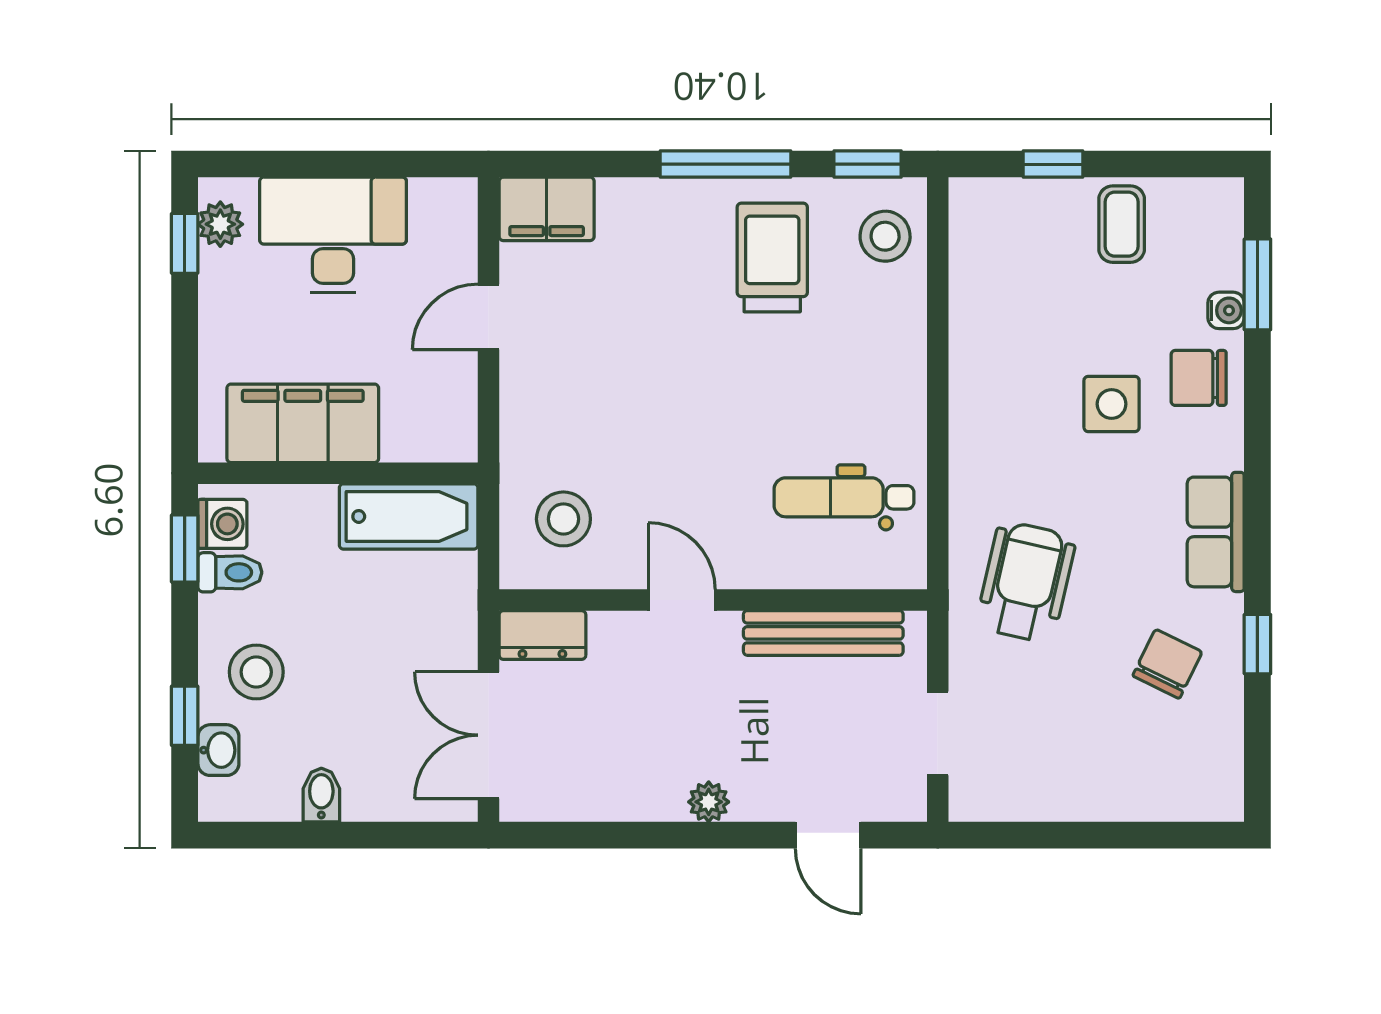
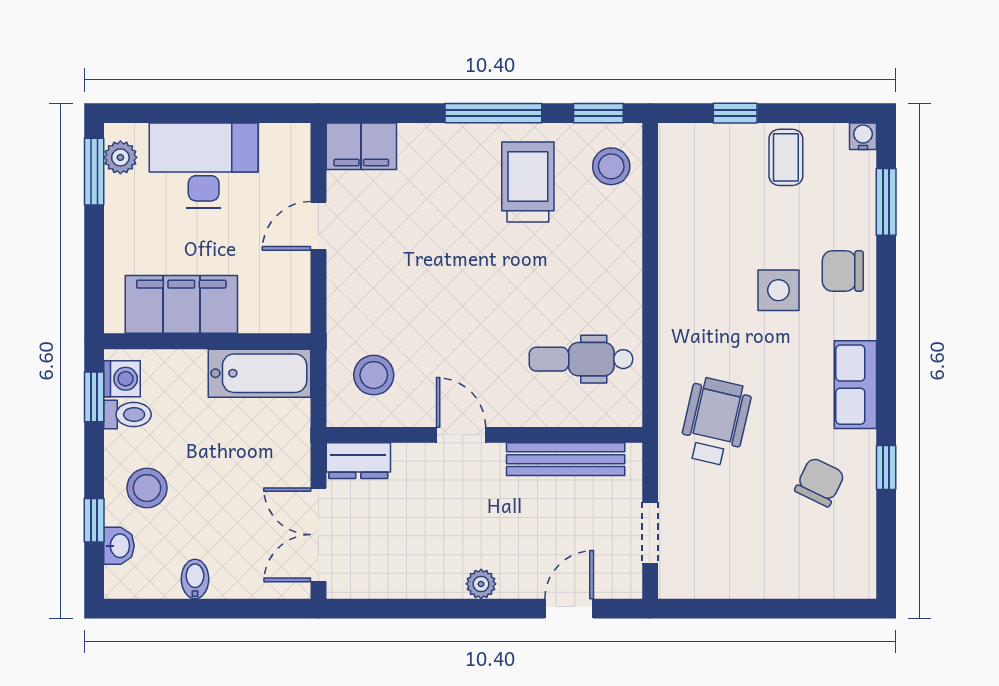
window: (185, 243) -> (94, 172), width x1.50
water cooler: (1226, 310) -> (863, 136), moved, turned -90
door: (828, 835) -> (569, 609), swing flipped

